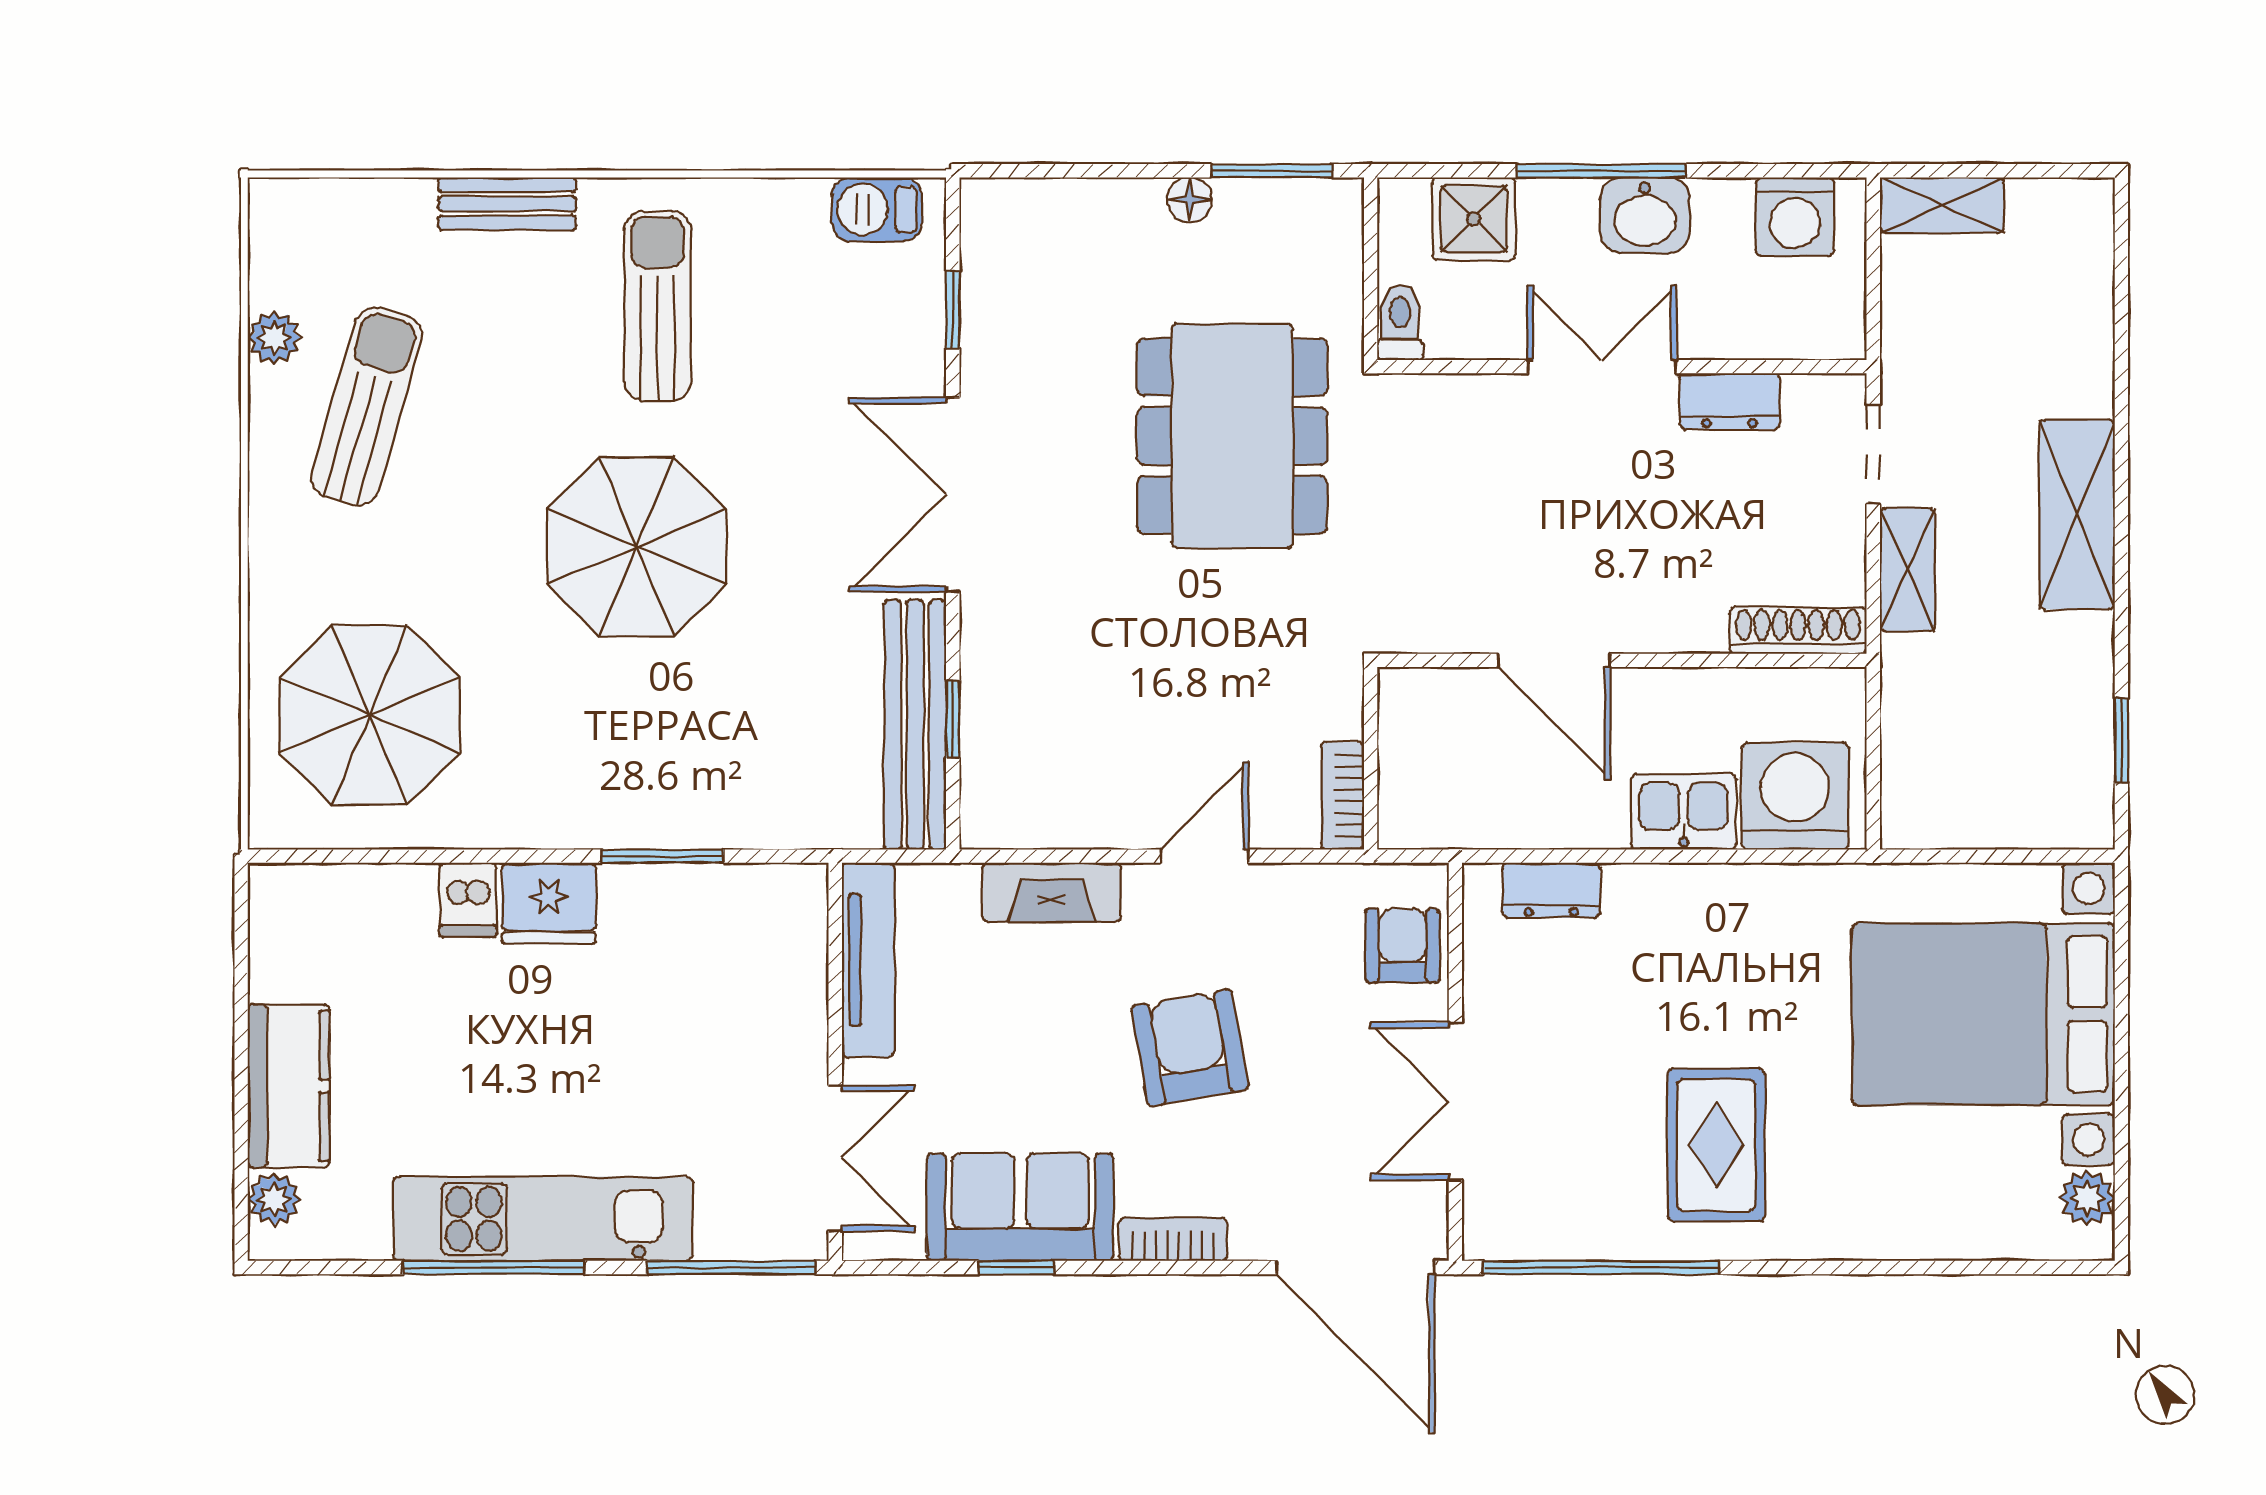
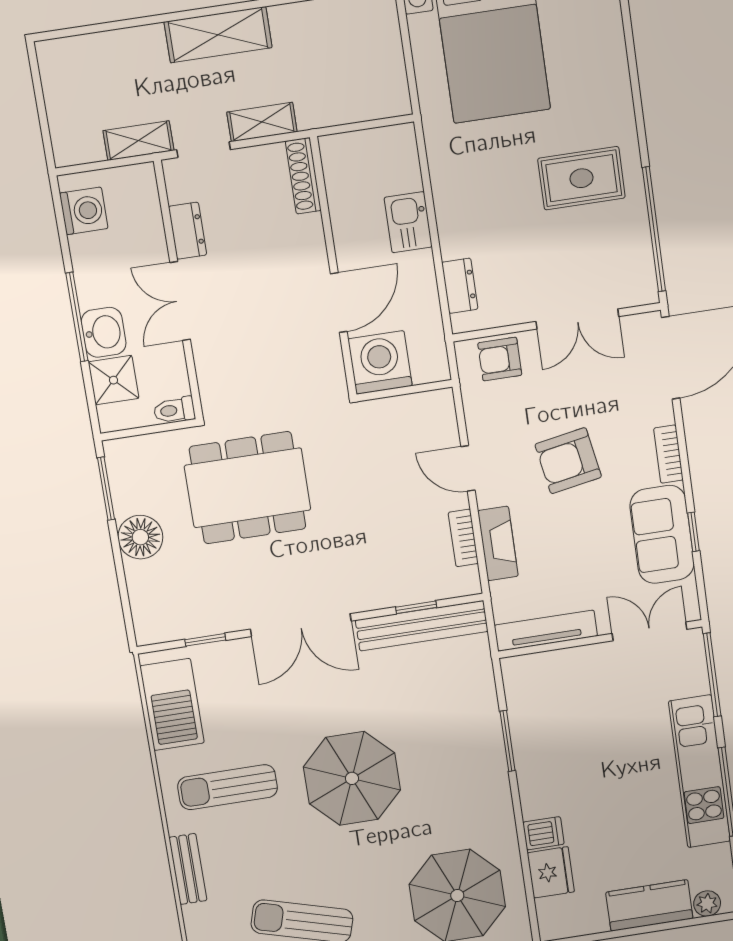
floor lamp: (1189, 200) -> (140, 537), width x1.89, depth x1.89
shelving: (1942, 205) -> (138, 141), moved, turned 90
barbecue: (877, 209) -> (172, 704), width x1.88, depth x1.53
washbasin: (1645, 215) -> (104, 332), moved
bookcase: (1342, 796) -> (463, 538), moved, turned 90
washing machine: (1795, 796) -> (380, 362), moved, turned 90
fridge: (549, 903) -> (551, 872), moved

